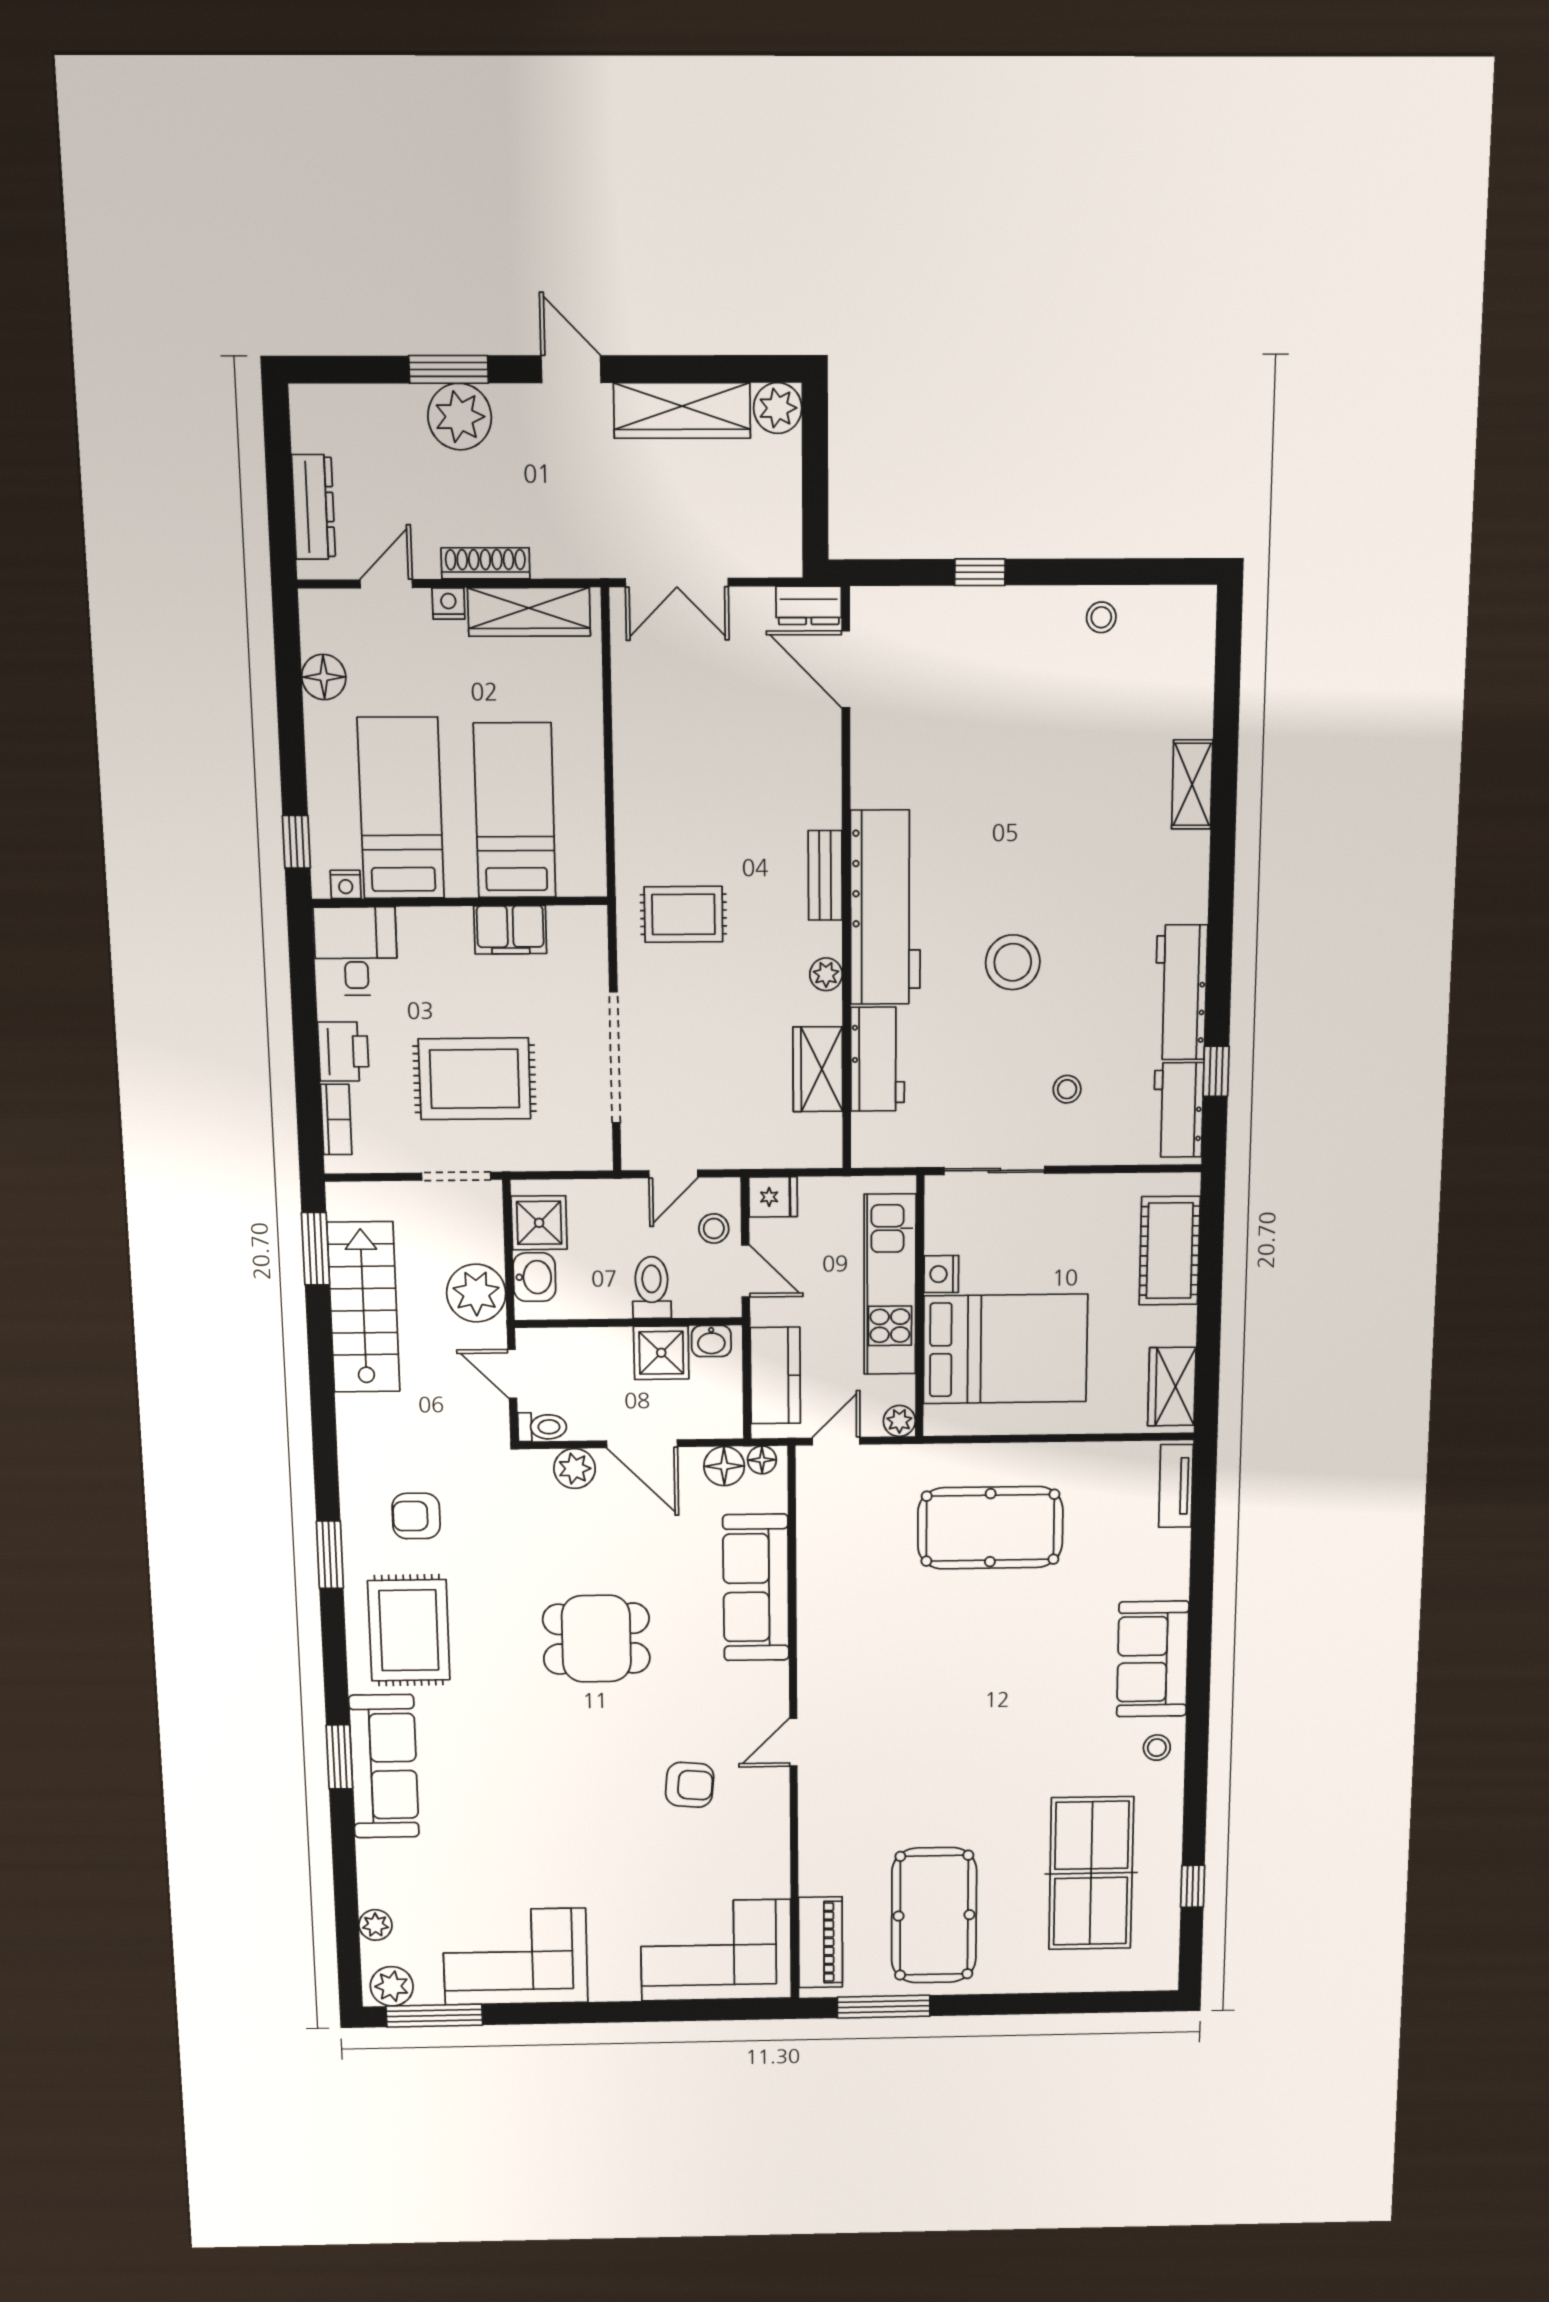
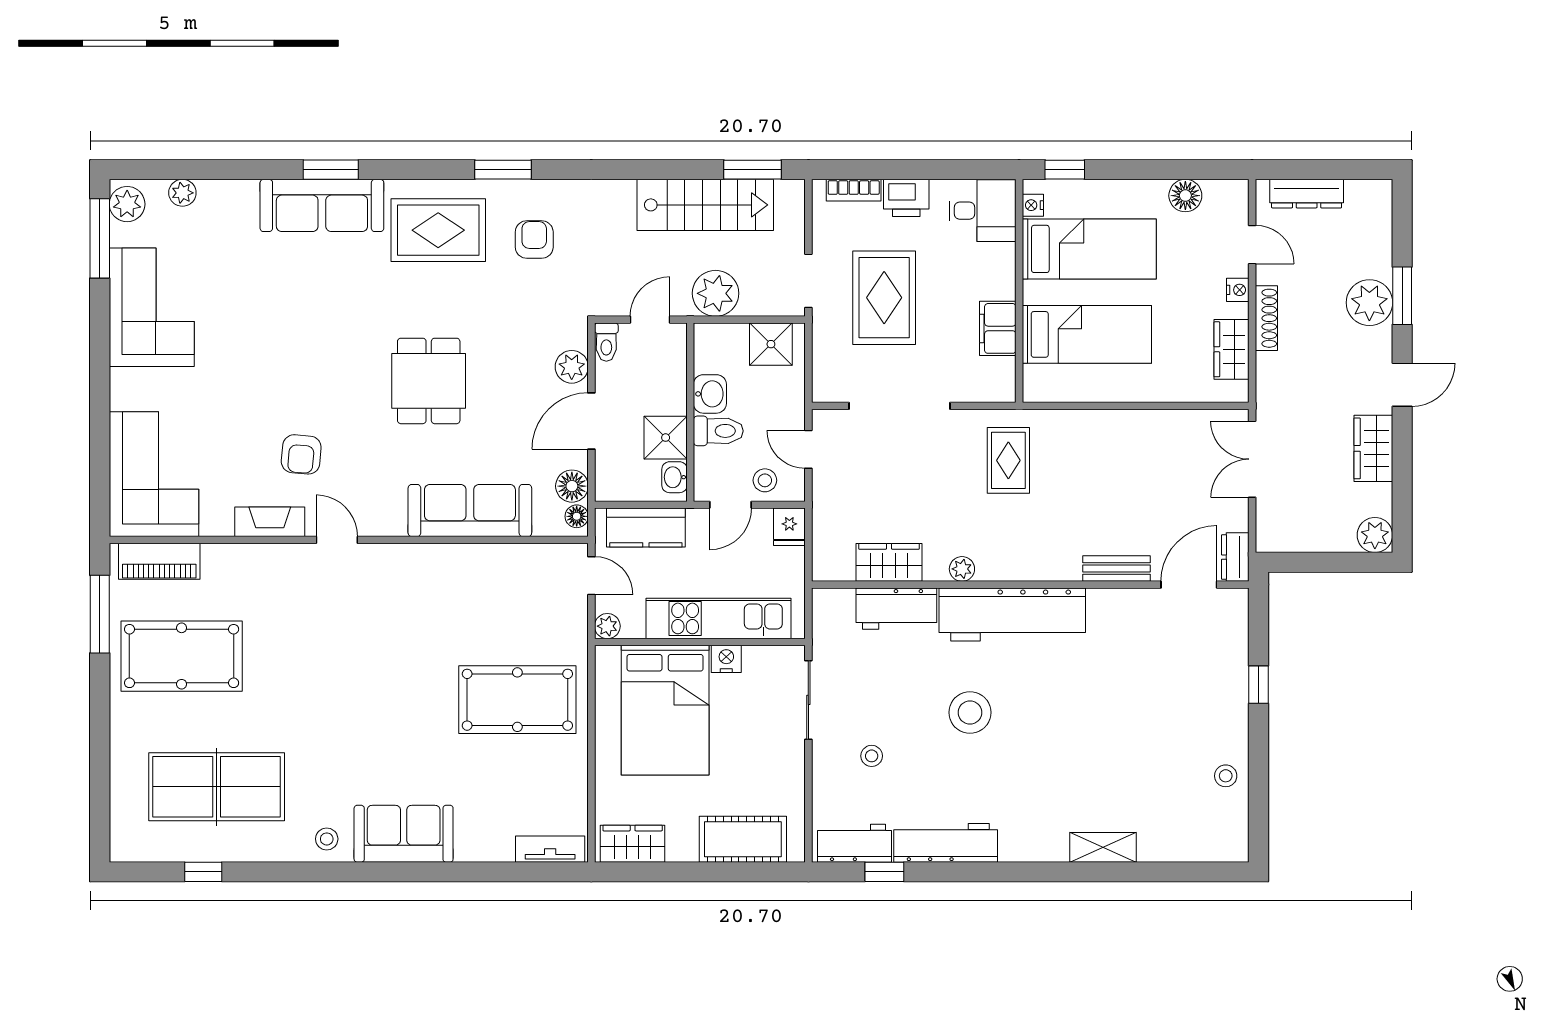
wardrobe: (682, 411) -> (1373, 448), width x0.67
wardrobe: (529, 612) -> (1231, 349), width x0.67
bench: (825, 875) -> (1116, 569), moved
washbasin: (534, 1277) -> (710, 394), moved, turned -90
pool table: (990, 1528) -> (517, 700), turned 90
fireplace: (772, 1819) -> (270, 522), added

